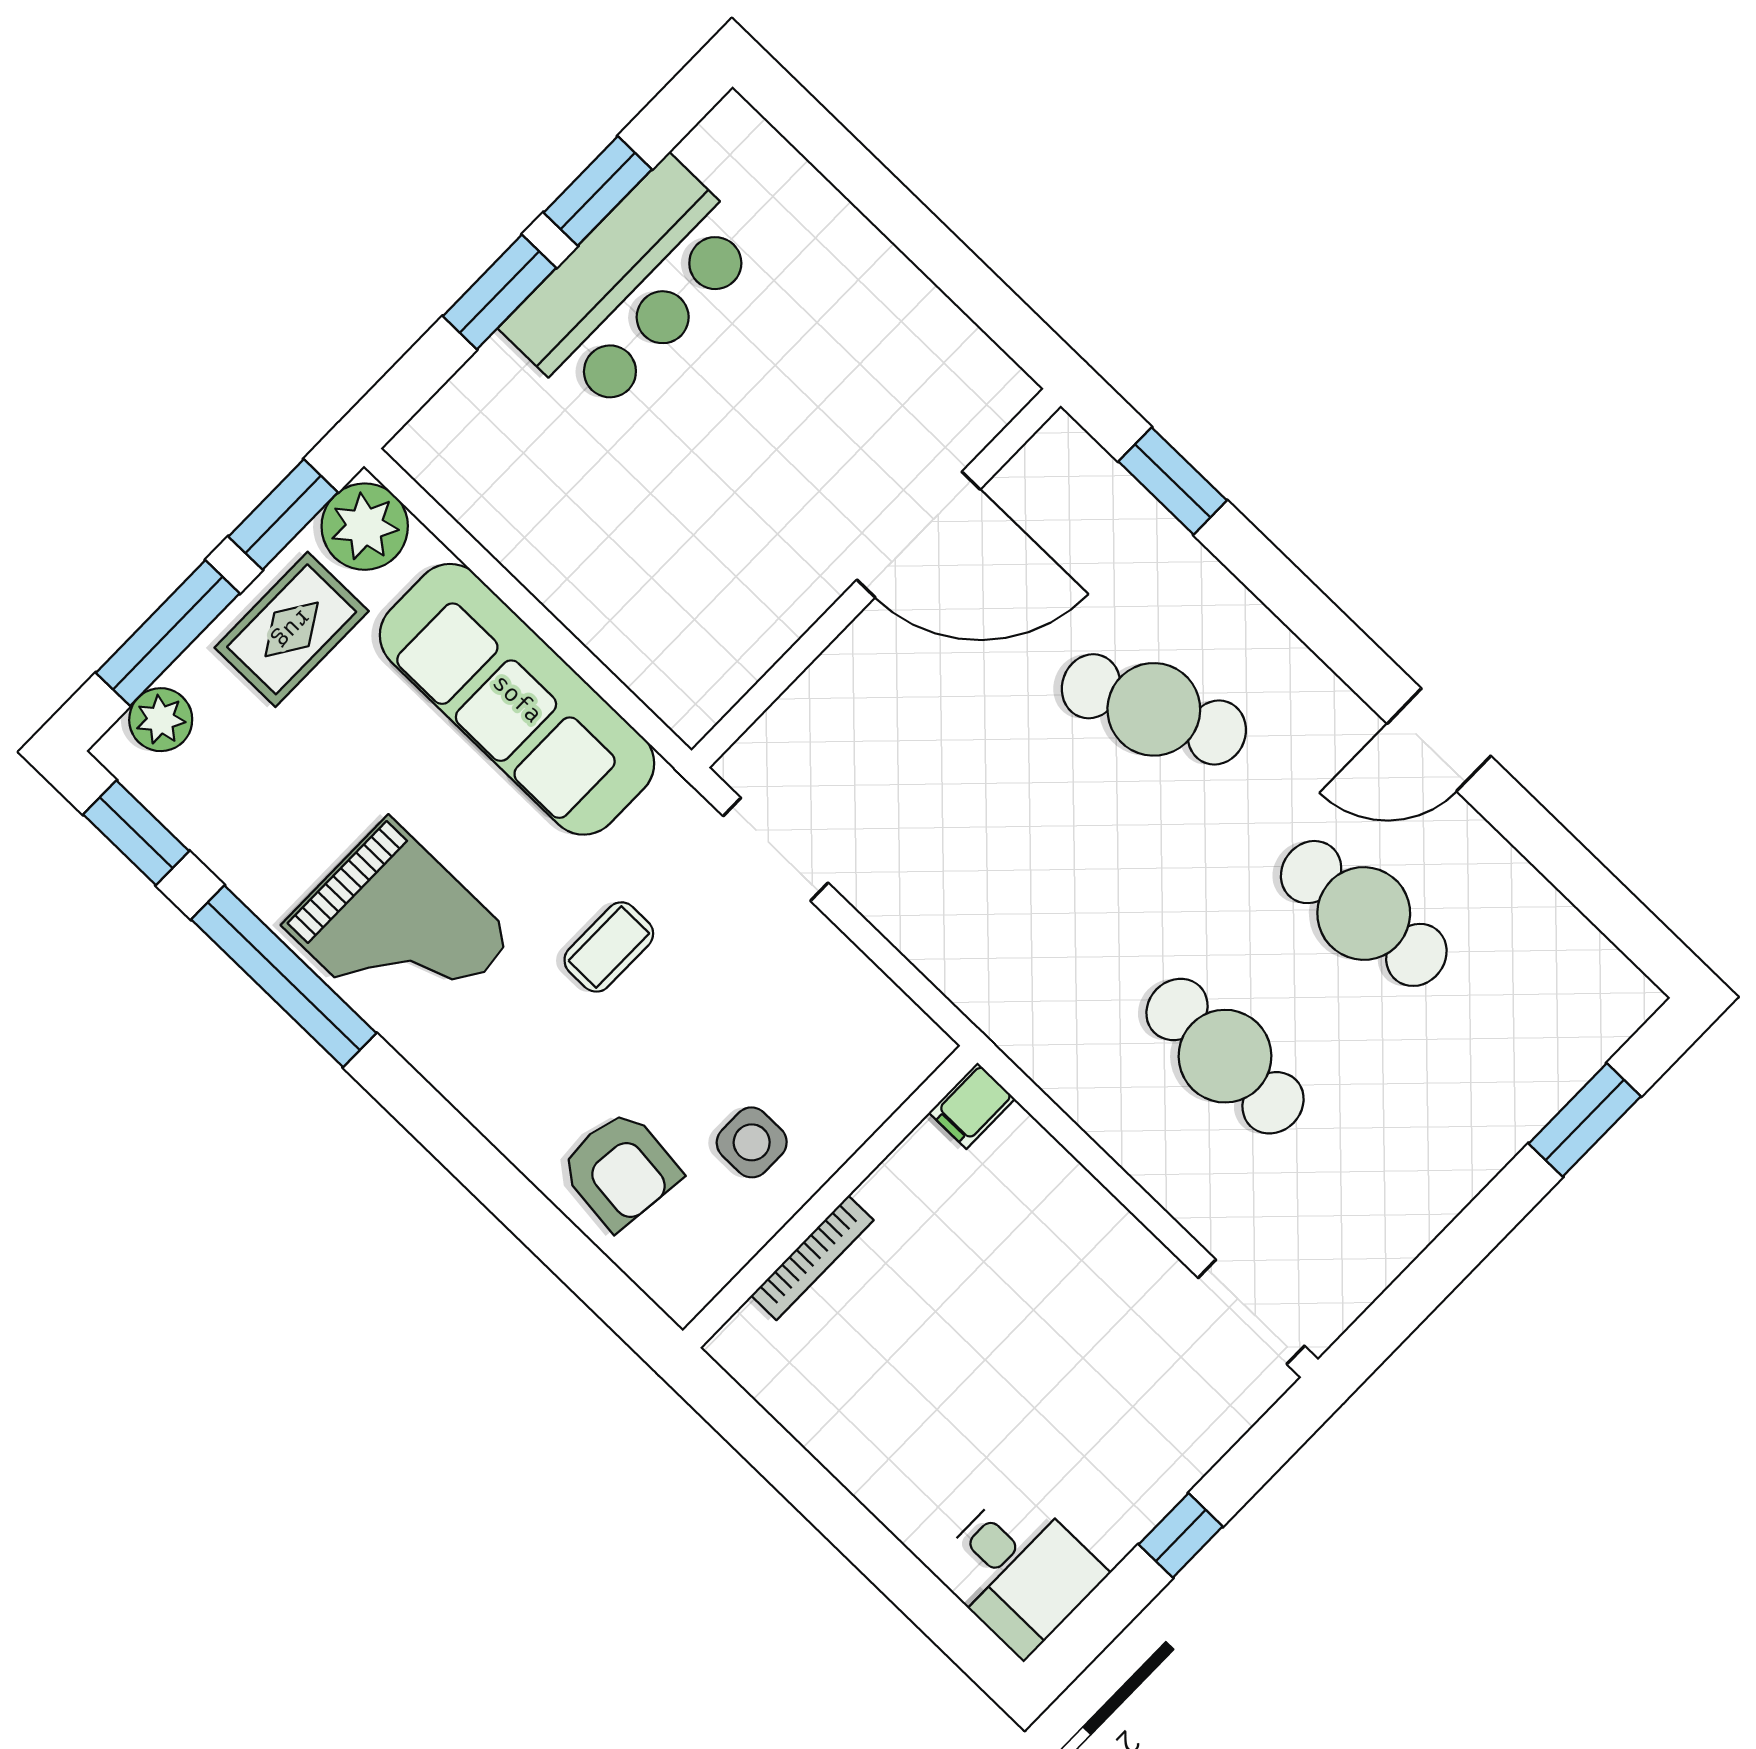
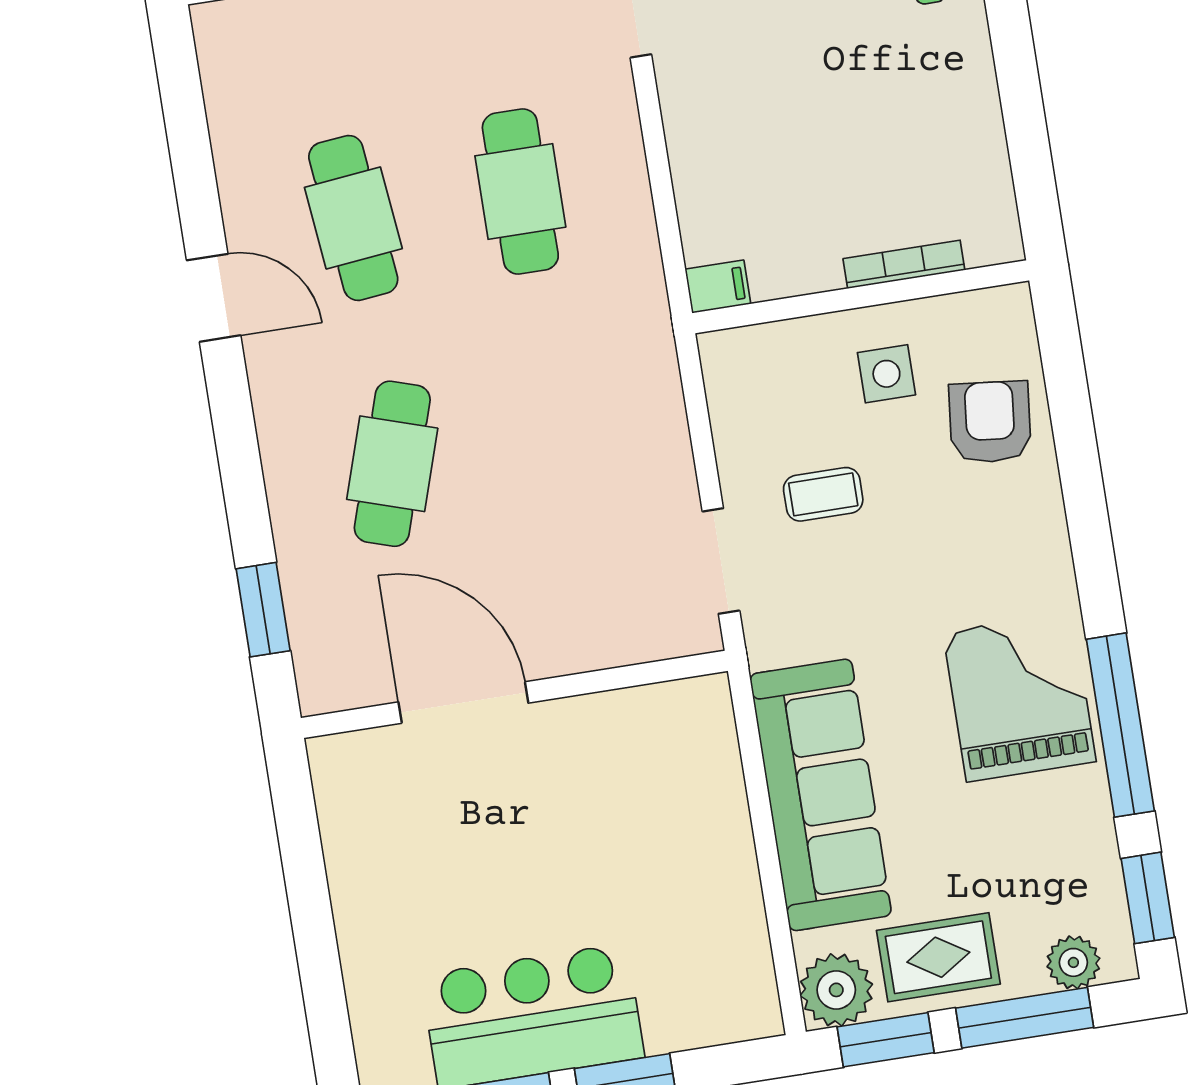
cafe table: (1154, 709) -> (392, 464), turned 42
coffee table: (609, 947) -> (823, 494), moved

